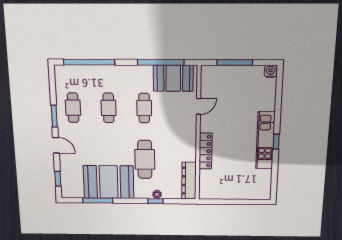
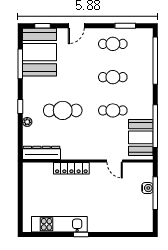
water cooler: (271, 71) -> (147, 188), moved
window: (54, 116) -> (125, 26), moved
kitchen unit: (265, 140) -> (59, 224), moved
booth: (109, 182) -> (39, 52), moved
window: (156, 201) -> (20, 107), moved

